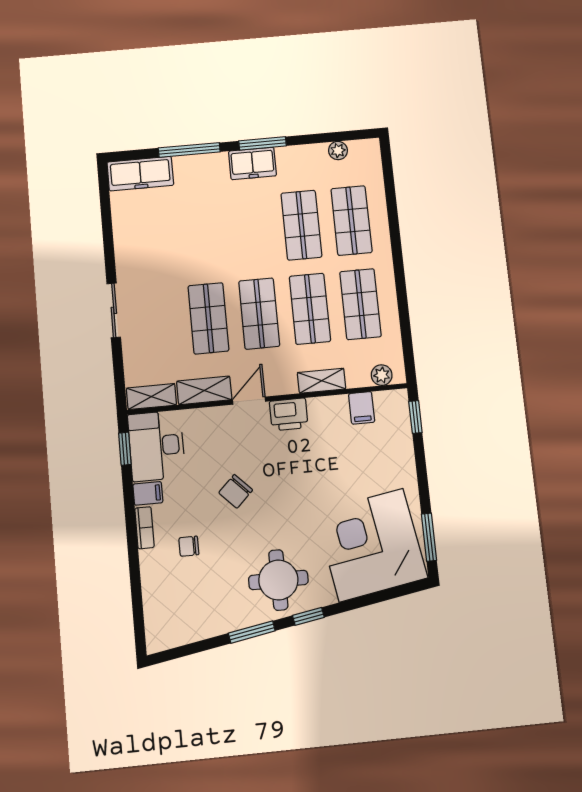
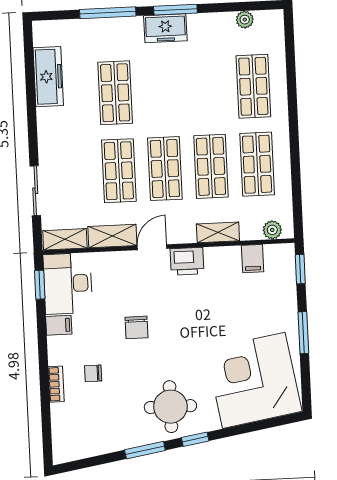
freezer: (140, 174) -> (48, 77), moved, turned -90
shop shelf: (301, 225) -> (115, 93), moved
sliding door: (114, 310) -> (35, 191), moved
chair: (236, 491) -> (136, 327), turned -46
bookcase: (145, 528) -> (56, 384), moved
window: (429, 537) -> (303, 333), moved

